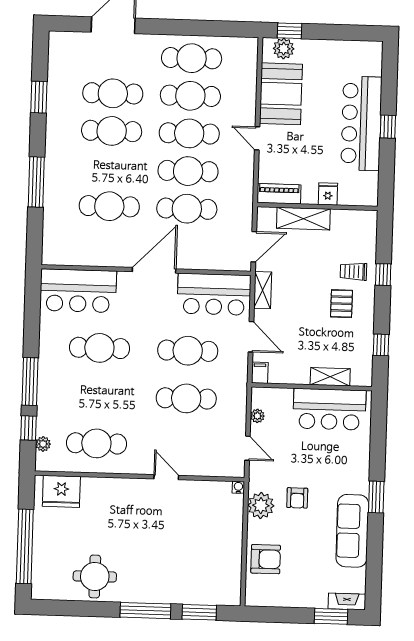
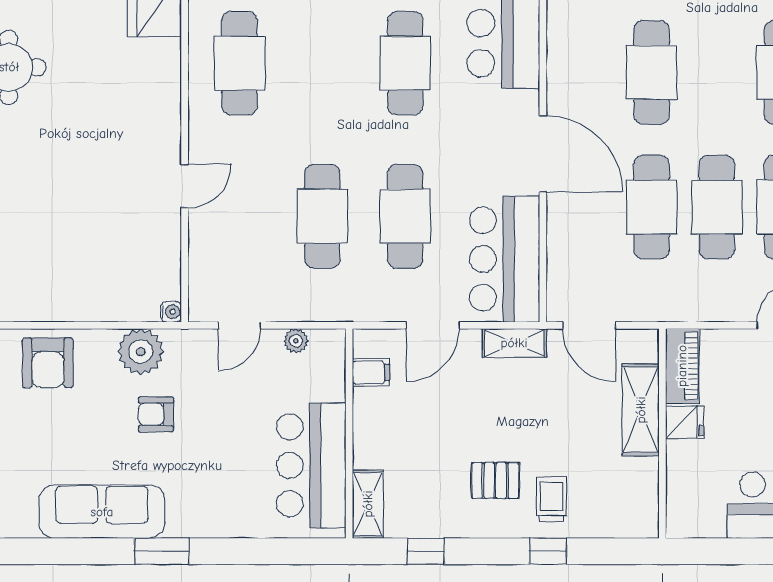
fridge: (328, 194) -> (685, 422), moved
filing cabinet: (260, 373) -> (371, 372), moved
shelving: (330, 377) -> (368, 504), moved

